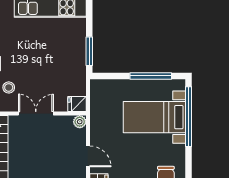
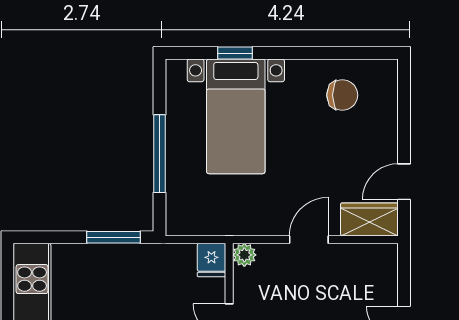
window: (151, 76) -> (159, 154), moved
window: (188, 117) -> (235, 53), width x0.32

